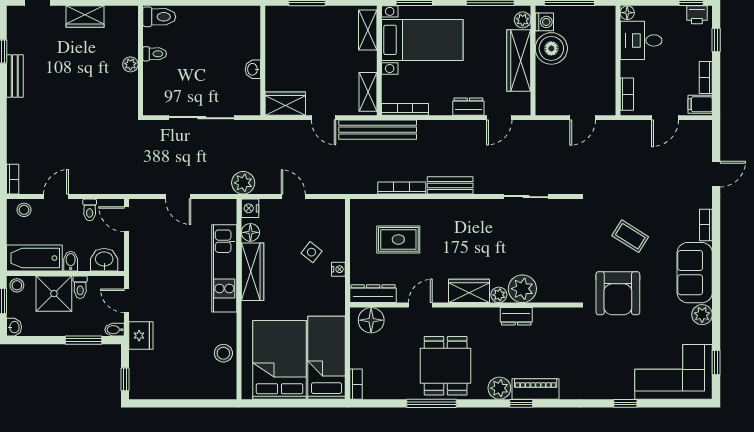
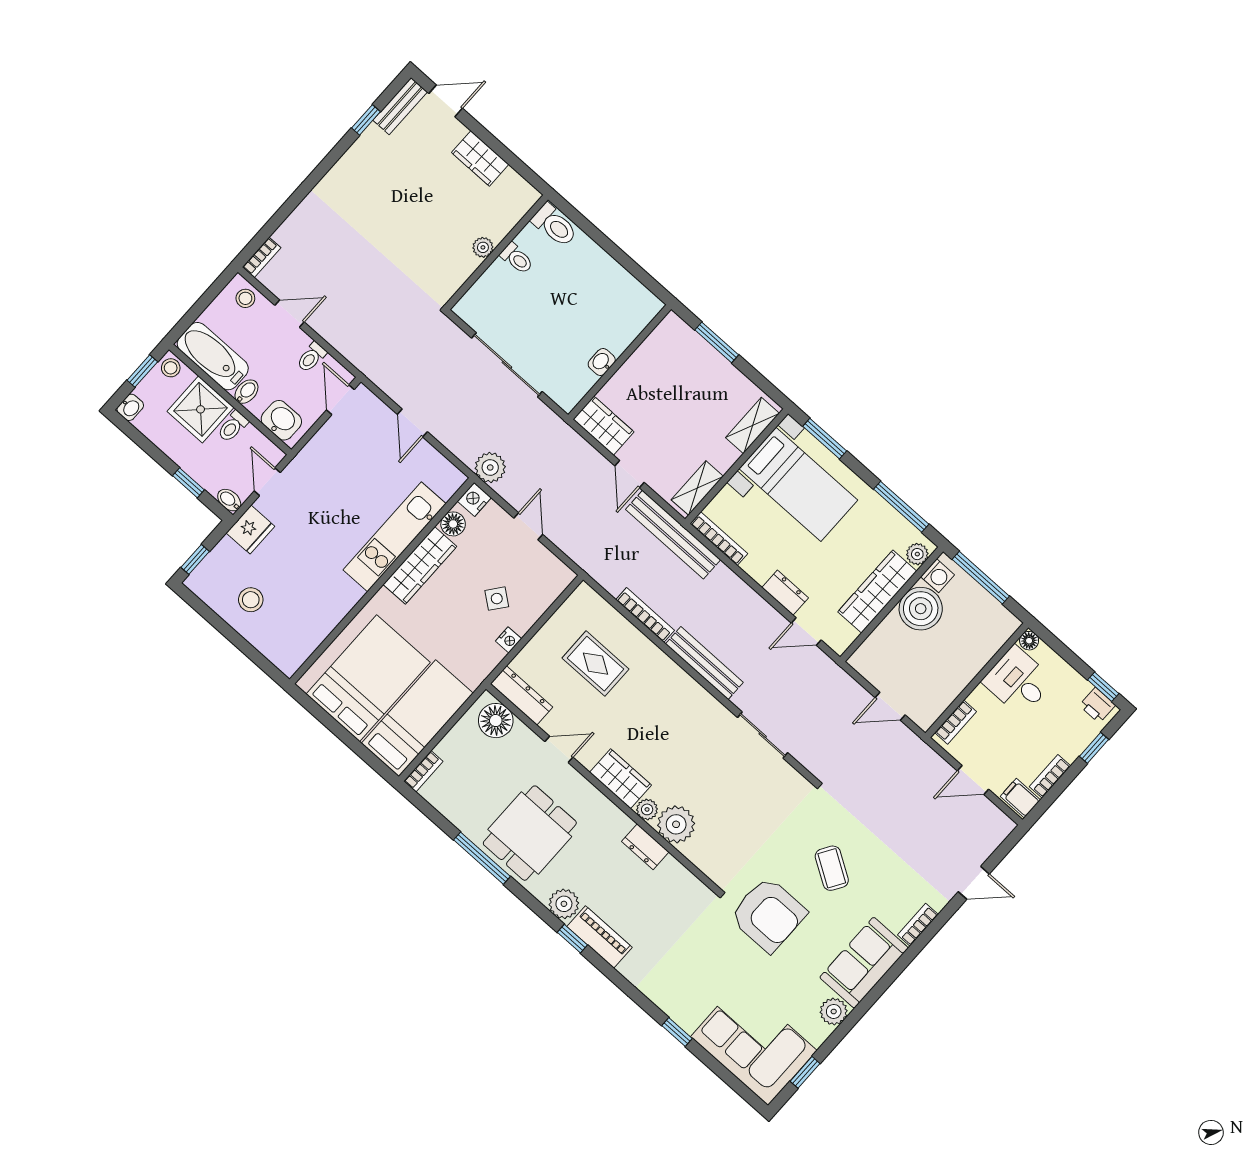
bench: (15, 76) -> (400, 106), moved
bench: (450, 185) -> (704, 663), width x1.36
armchair: (618, 293) -> (768, 915), turned -90
window: (84, 340) -> (189, 483), width x0.67
stool: (223, 353) -> (251, 600), moved

